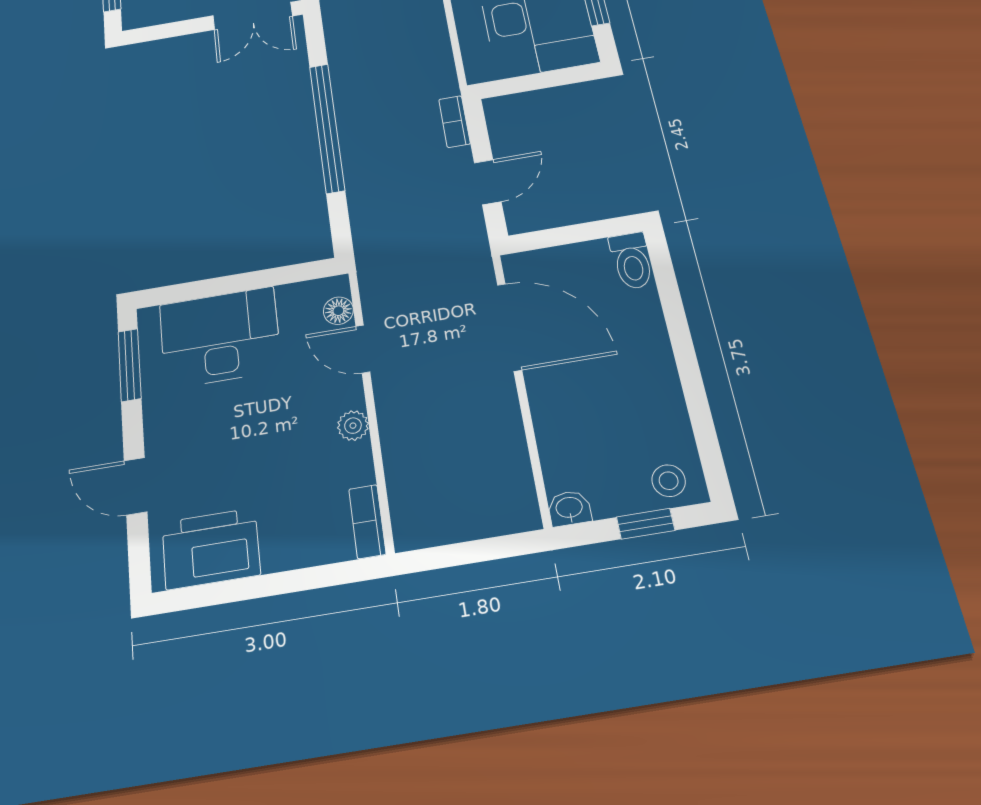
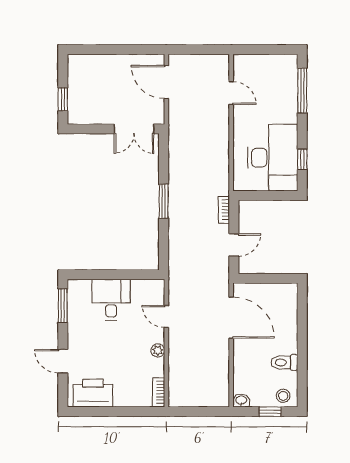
window: (327, 127) -> (164, 201), width x0.47
toilet: (632, 261) -> (285, 362), moved, turned 90
floor lamp: (338, 311) -> (158, 296), removed
desk: (220, 337) -> (111, 300), width x0.73

